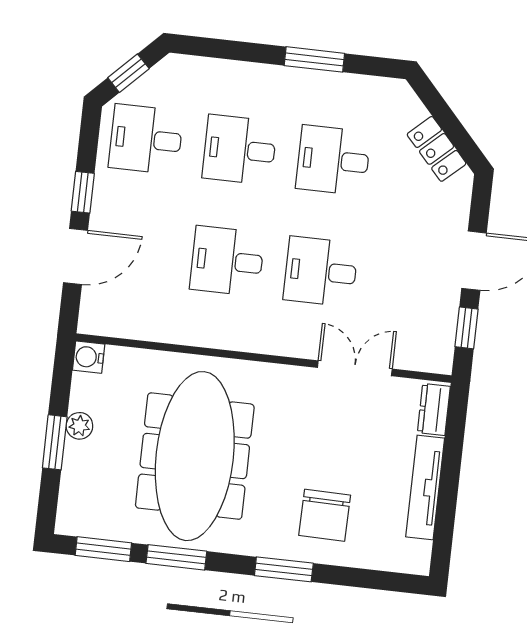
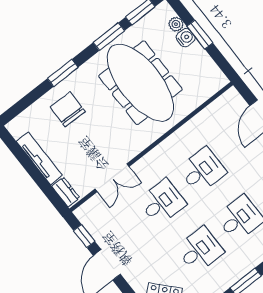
water cooler: (89, 357) -> (186, 38), moved
plant: (79, 426) -> (176, 24), moved

